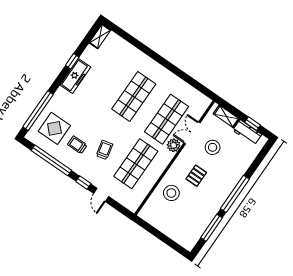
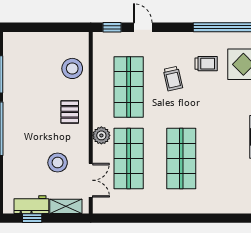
double door: (192, 133) -> (91, 180), moved
pallet: (196, 176) -> (70, 112), moved
window: (83, 183) -> (112, 27), moved
stool: (171, 193) -> (72, 68), moved

